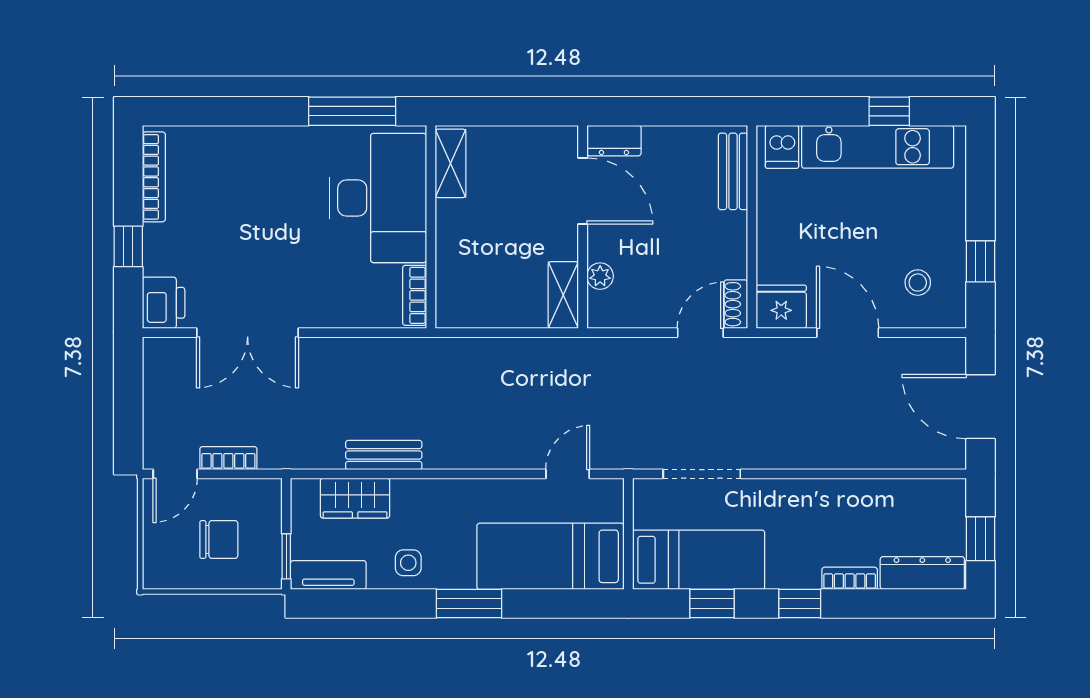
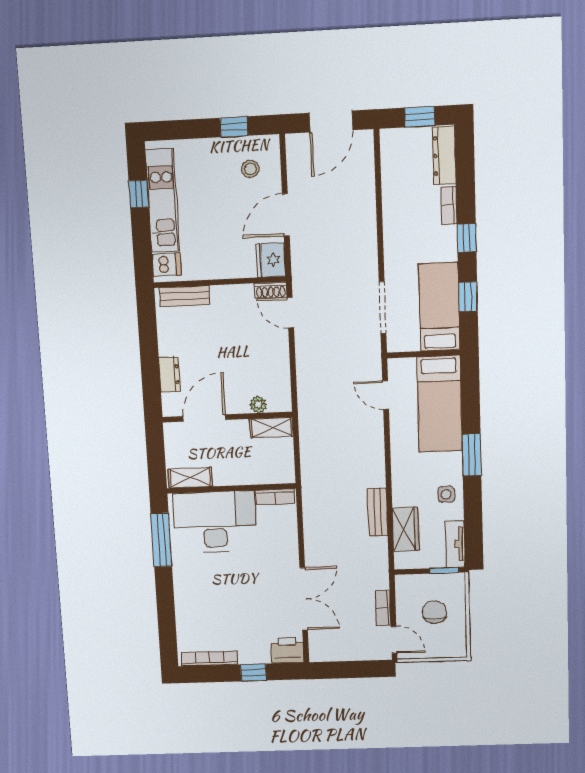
door: (583, 191) -> (204, 418), moved
wall: (583, 227) -> (227, 417), moved
plant: (600, 276) -> (258, 405), moved
shelving: (563, 295) -> (272, 428), moved

